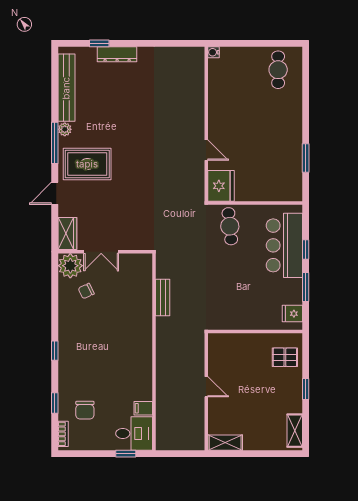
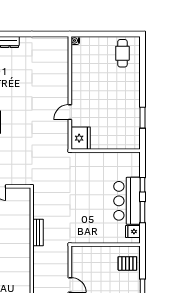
door: (206, 150) -> (70, 112), swing flipped
cafe table: (230, 226) -> (87, 168), removed
bar counter: (284, 245) -> (127, 201), moved
bench: (163, 297) -> (38, 232), moved

